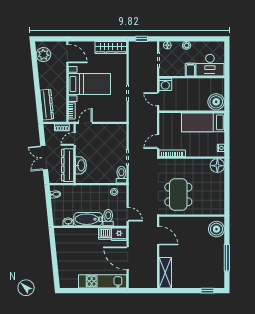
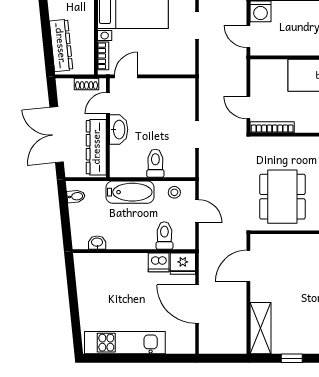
door: (158, 142) -> (248, 108), hinge flipped
double door: (44, 158) -> (57, 135), width x1.37
washbasin: (81, 165) -> (119, 130), moved
toilet: (121, 175) -> (155, 163), moved
door: (128, 214) -> (197, 211), moved
bathtub: (88, 219) -> (130, 192), moved, turned 180
door: (158, 236) -> (248, 266), swing flipped
kitchen unit: (103, 281) -> (125, 343), moved
window: (184, 291) -> (292, 358), added

